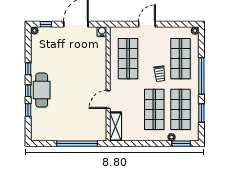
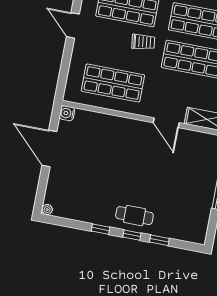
window: (46, 24) -> (41, 191), removed
door: (147, 24) -> (73, 25), moved
cafe table: (42, 90) -> (134, 216), width x0.73, depth x0.74

